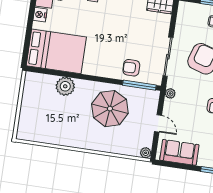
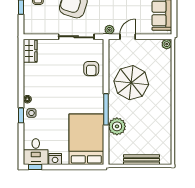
window: (139, 85) -> (106, 109), moved
bench: (26, 107) -> (141, 160), added
door: (158, 123) -> (128, 37), moved

